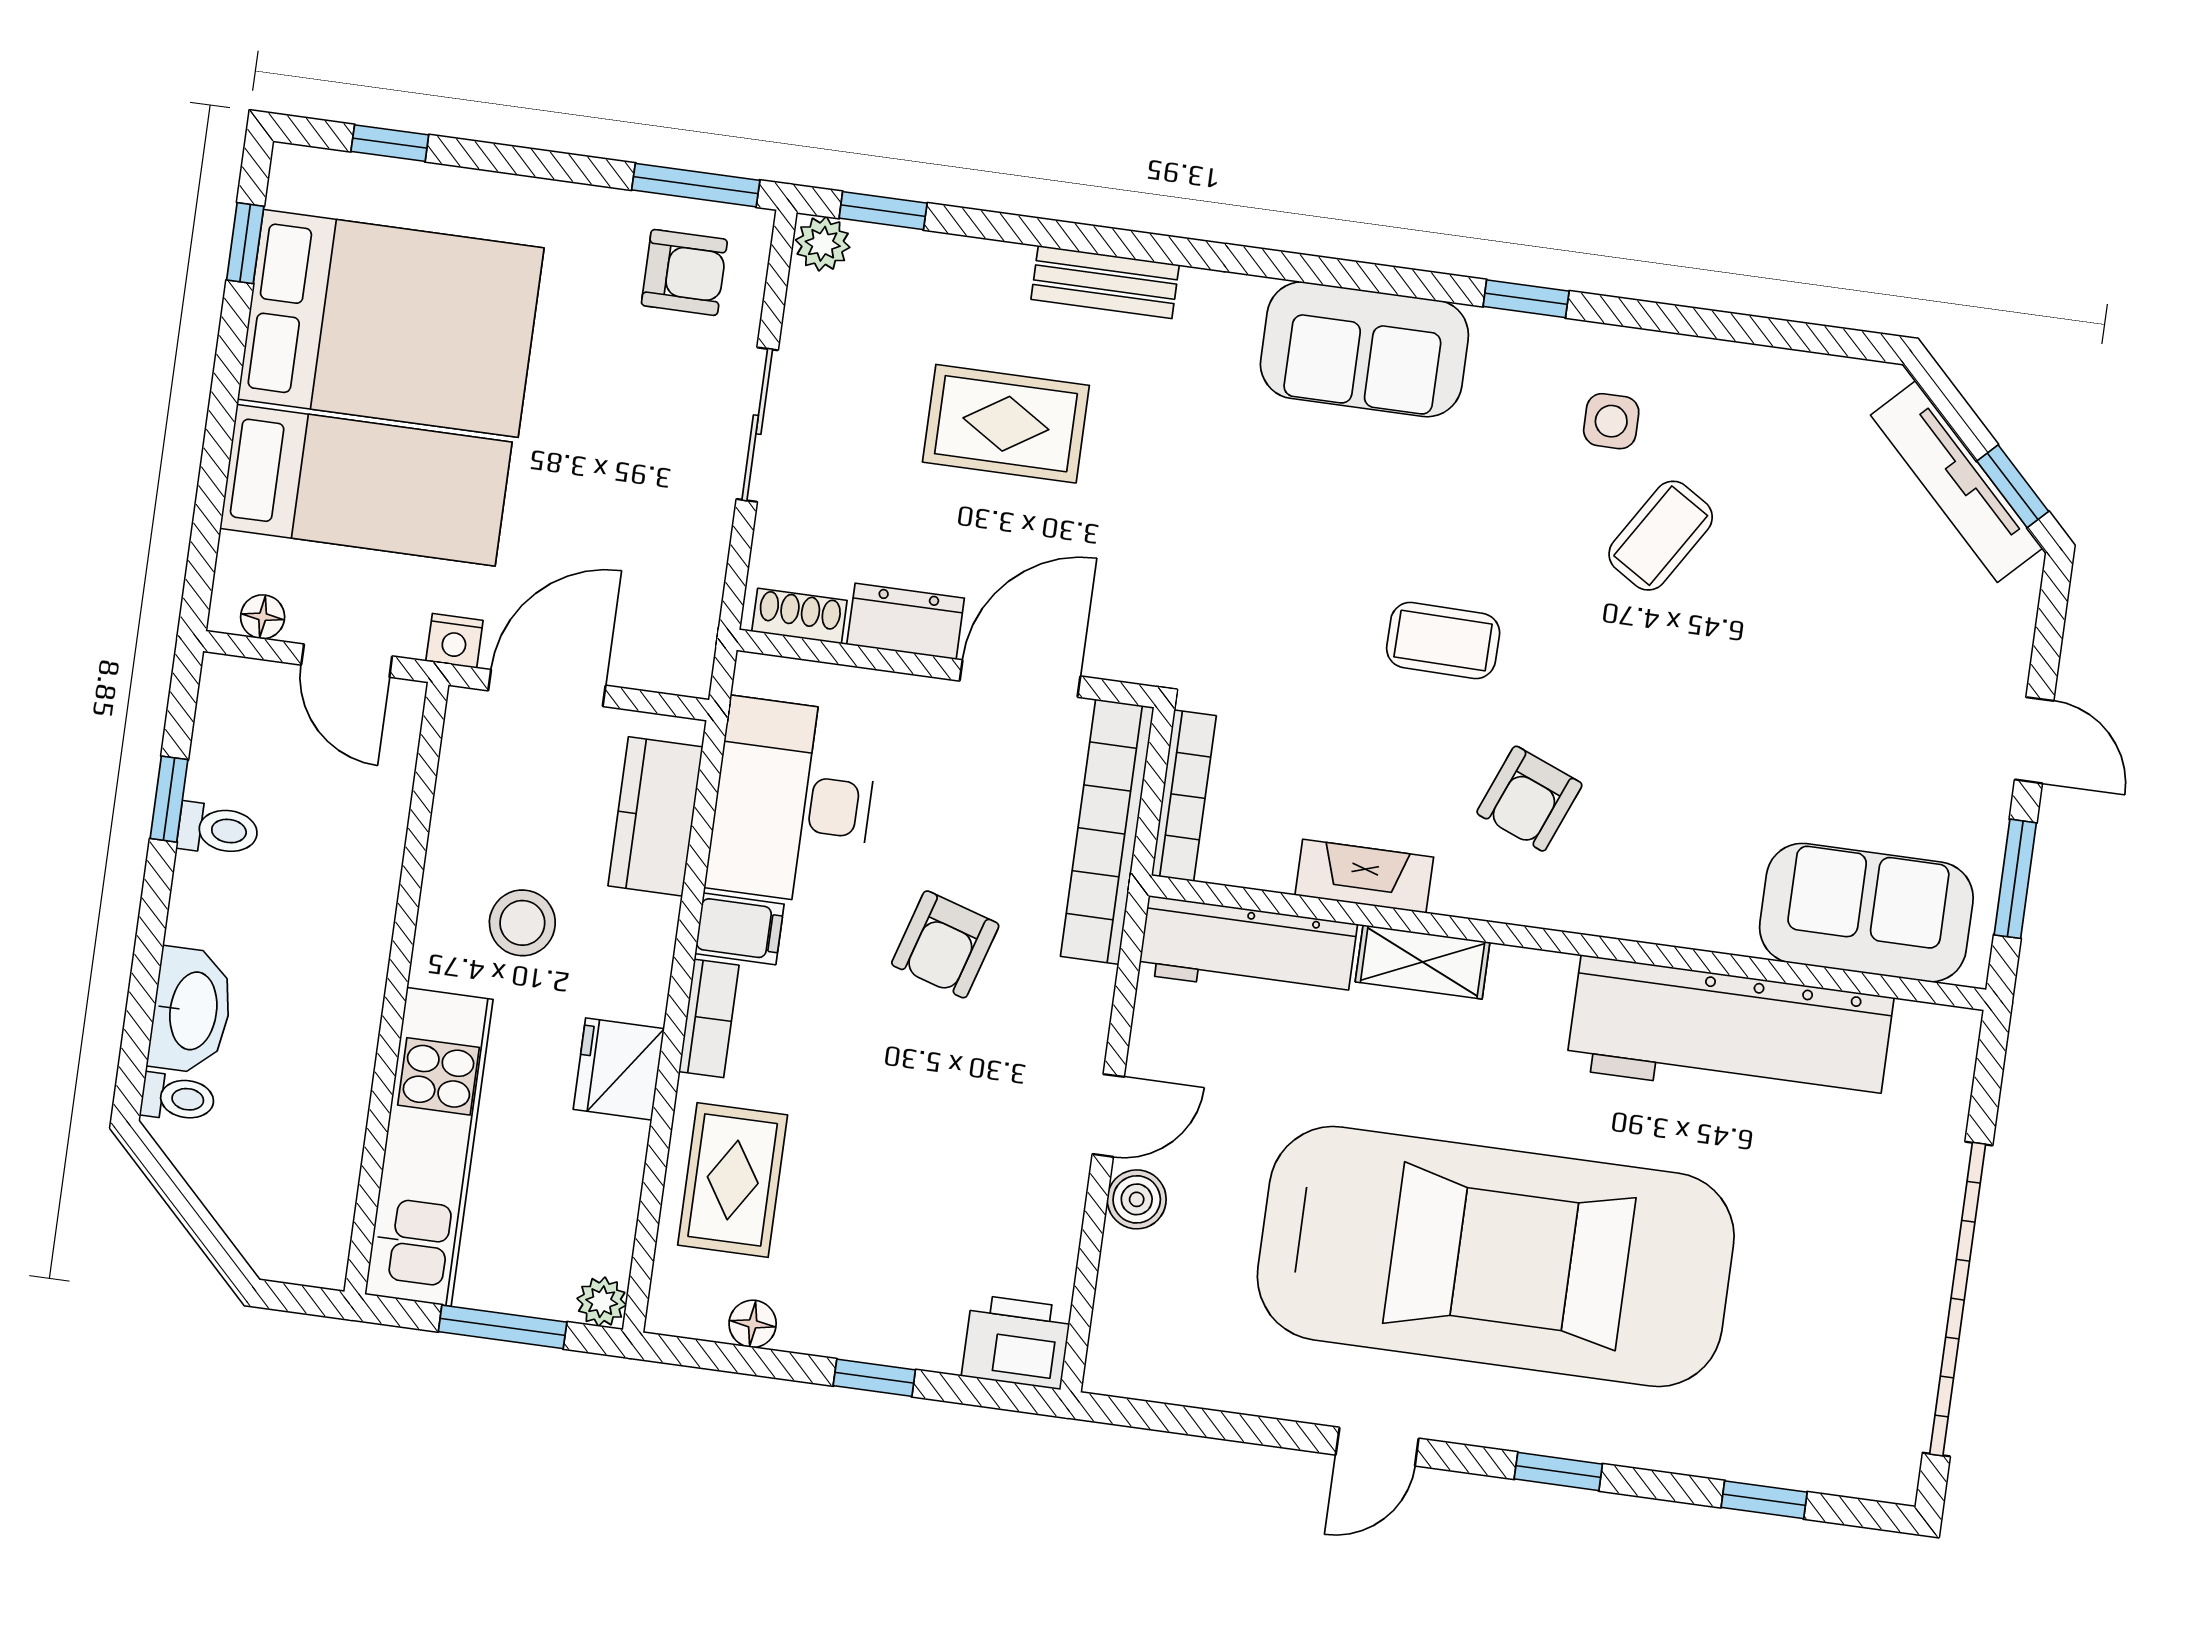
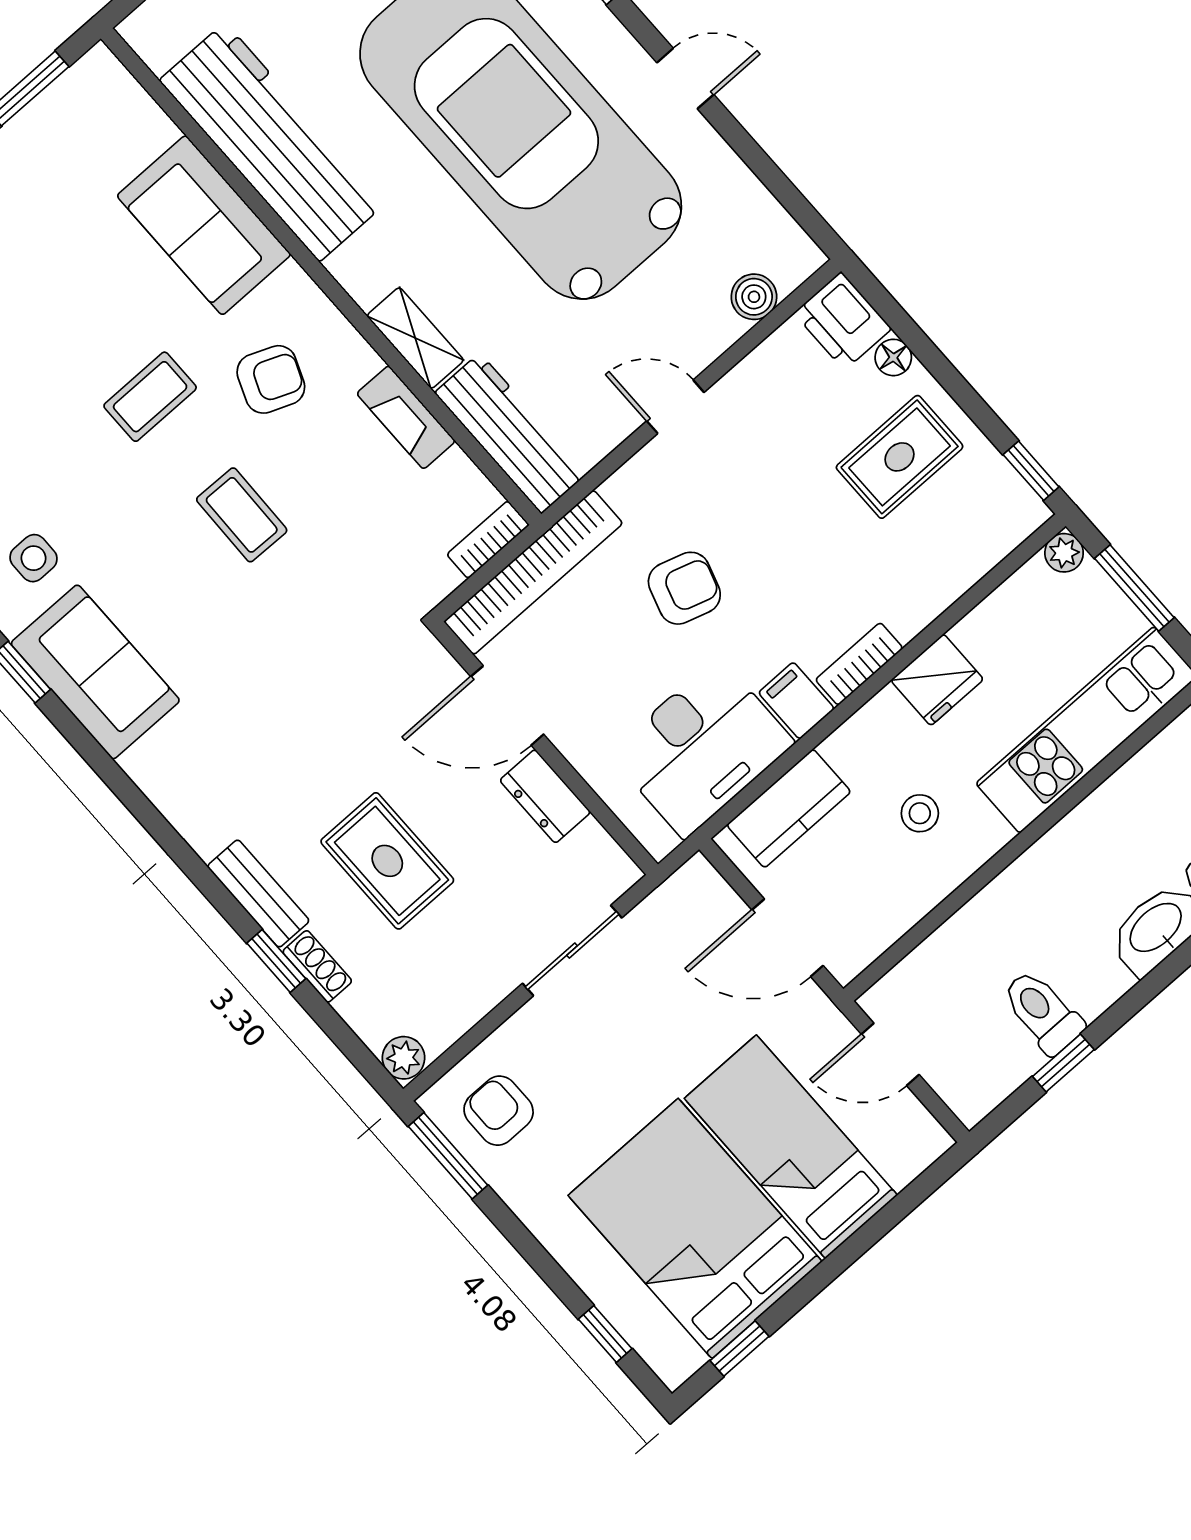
window: (883, 211) -> (276, 961), moved
sofa: (1364, 349) -> (95, 672), moved
sliding door: (757, 425) -> (572, 951), moved
coffee table: (1661, 536) -> (150, 397), moved, turned -32
shoe rack: (799, 616) -> (317, 966), moved, turned 180
floor lamp: (263, 617) -> (917, 1122), removed
nightstand: (454, 641) -> (818, 1012), removed
door: (347, 661) -> (890, 1054), swing flipped
bookcase: (1184, 796) -> (488, 540), width x0.64
toilet: (218, 830) -> (1042, 1012), width x1.37, depth x1.39
sofa: (1866, 913) -> (204, 225), moved
stool: (522, 923) -> (920, 813), width x0.73, depth x0.73
rug: (733, 1180) -> (900, 457), moved
boiler: (1137, 1199) -> (754, 297), moved
floor lamp: (753, 1324) -> (893, 357), moved
window: (874, 1378) -> (1031, 471), moved

